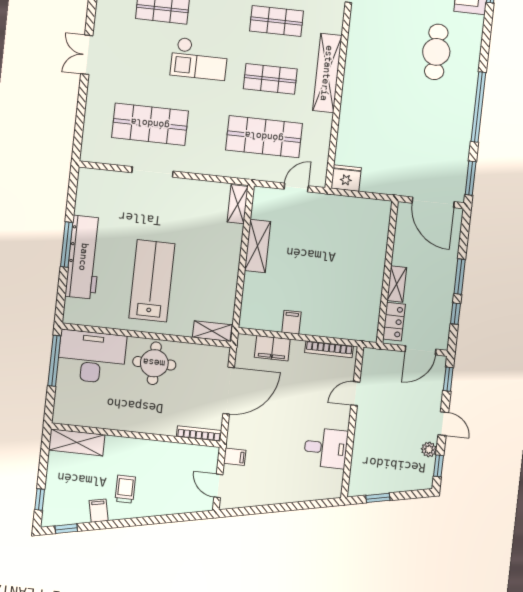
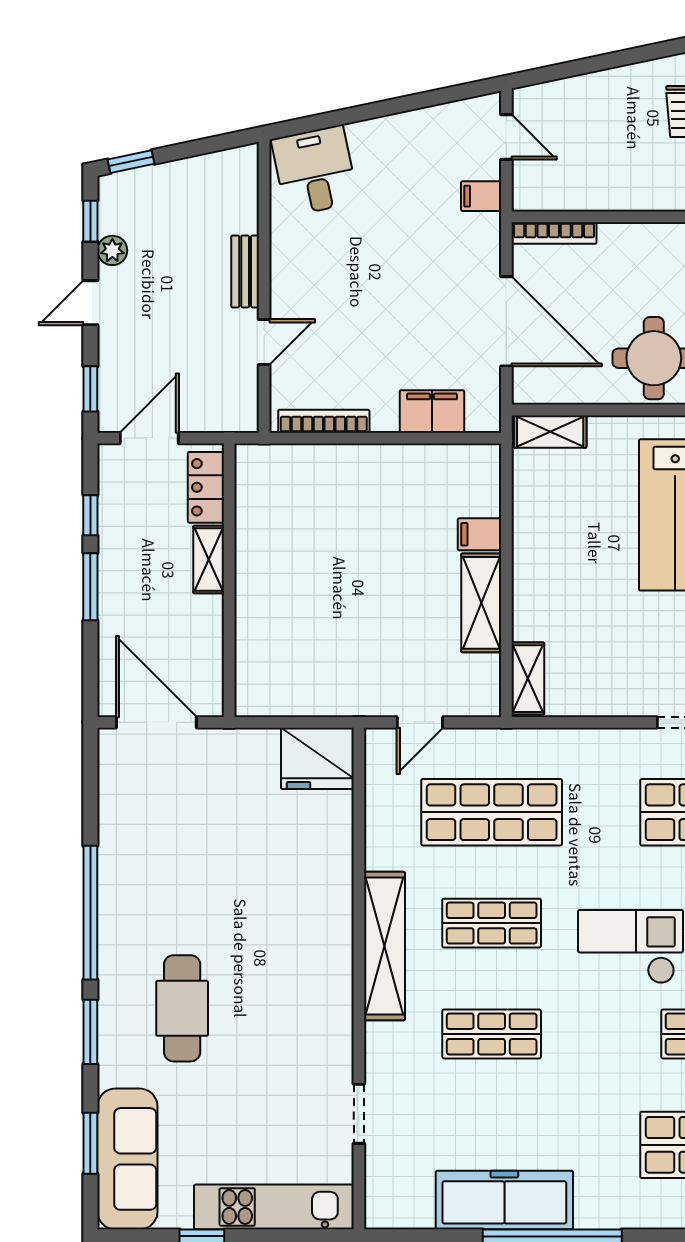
fridge: (346, 178) -> (317, 758), width x1.36, depth x1.34
window: (471, 178) -> (90, 1032), moved
filing cabinet: (291, 322) -> (479, 534), moved, turned 90
door: (229, 391) -> (506, 321), swing flipped
door: (443, 424) -> (90, 303), hinge flipped
bench: (361, 431) -> (245, 271), added
desk: (326, 448) -> (315, 171), moved, turned 78
window: (378, 498) -> (131, 162), moved

